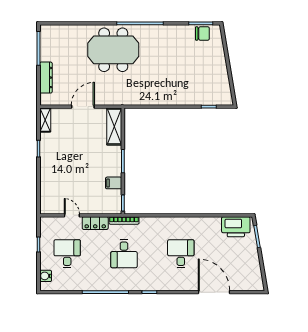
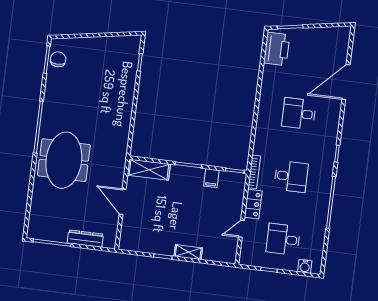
shelving: (45, 120) -> (188, 252), moved

